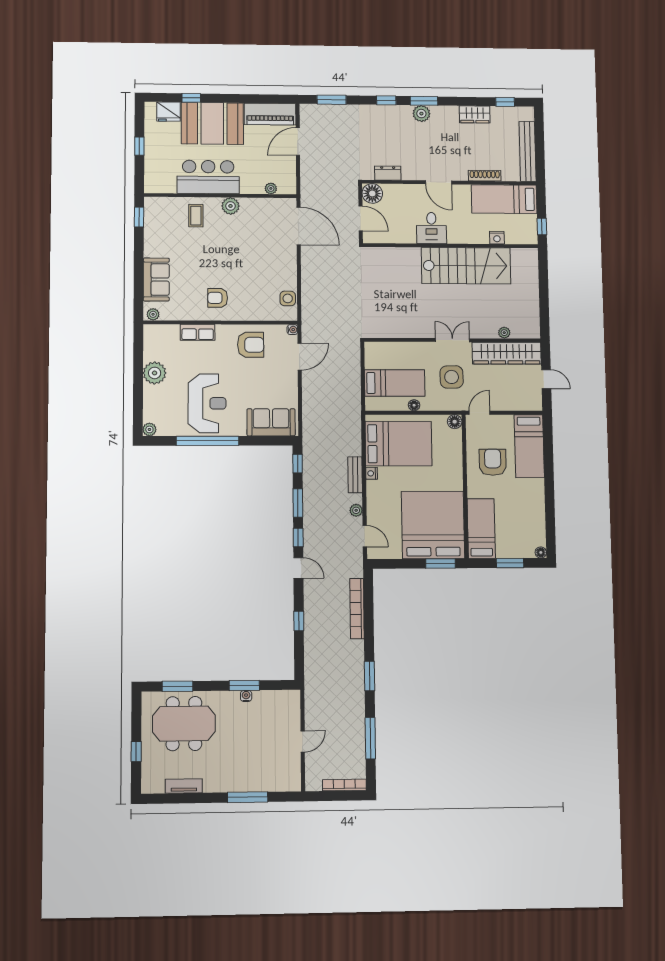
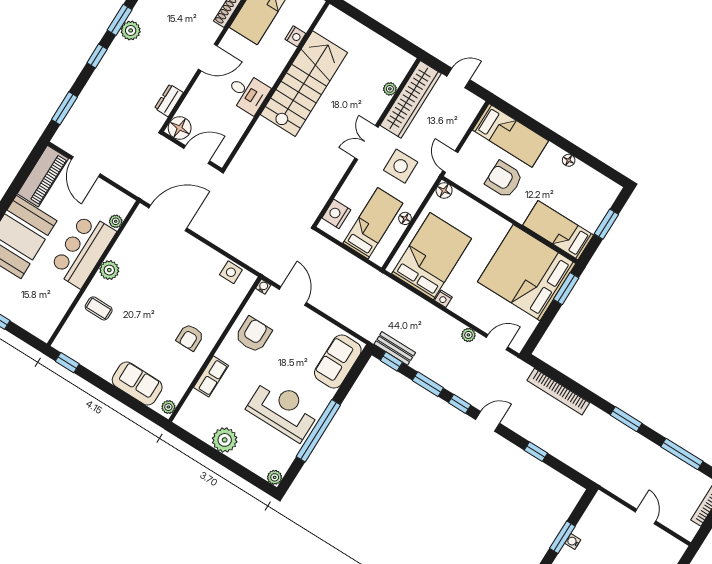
bar counter: (208, 177) -> (83, 250), moved
nightstand: (384, 351) -> (336, 214), added
bench: (355, 475) -> (395, 348), moved
floor lamp: (541, 552) -> (569, 160), moved

